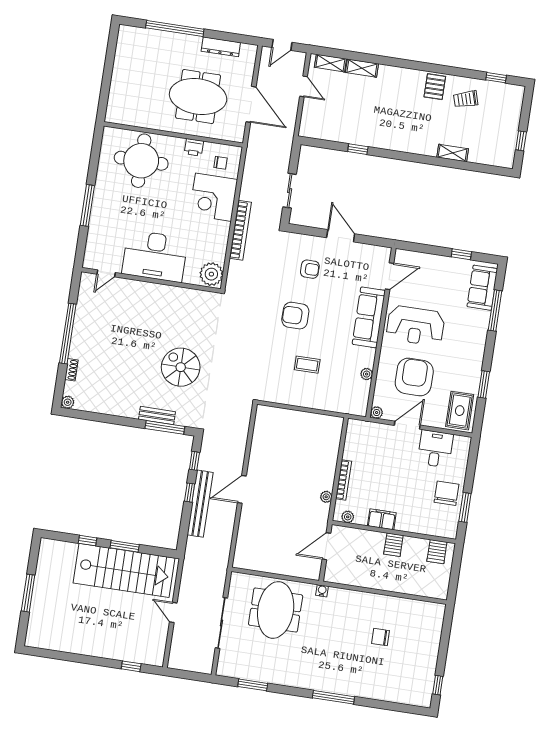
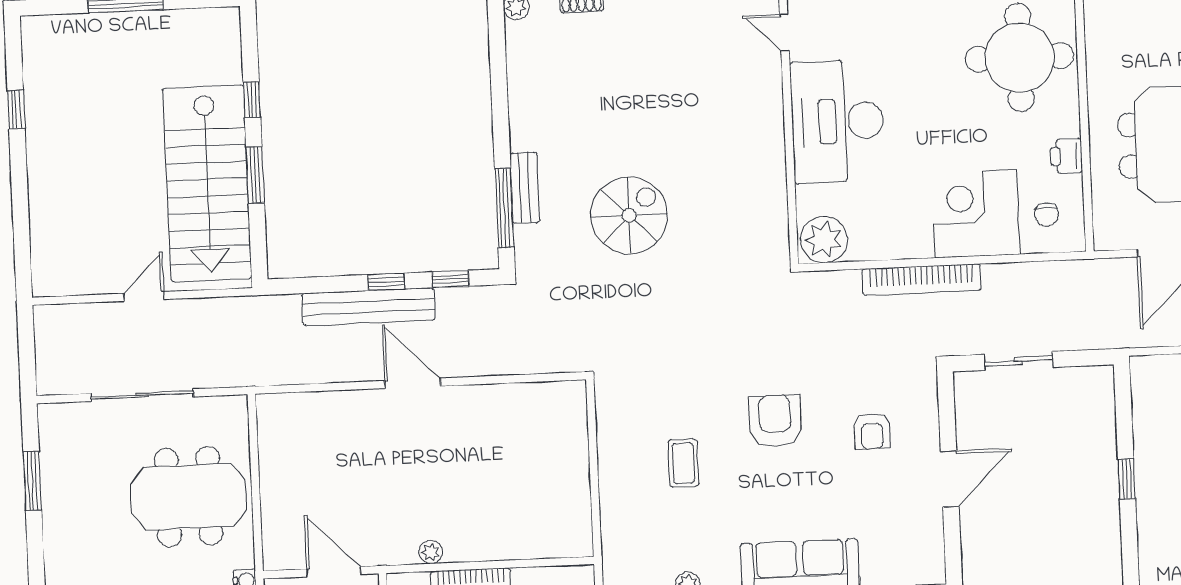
window: (131, 666) -> (16, 109), moved

